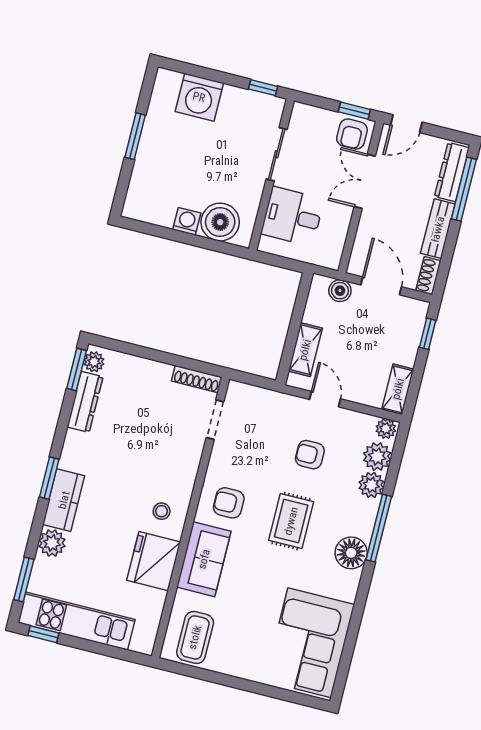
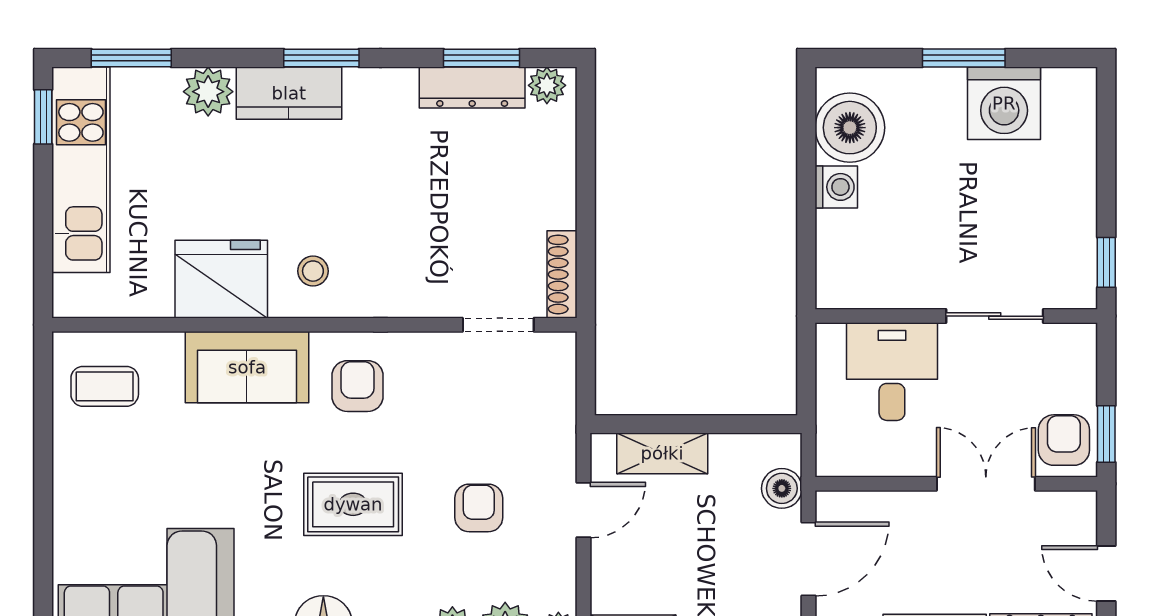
washing machine: (199, 97) -> (1004, 103), moved, turned -90
door: (406, 124) -> (1106, 573), moved
armchair: (352, 134) -> (1064, 440), turned 90
boiler: (220, 222) -> (850, 128), moved
window: (77, 369) -> (481, 58), moved
coffee table: (195, 637) -> (105, 386), width x0.73, depth x0.77

